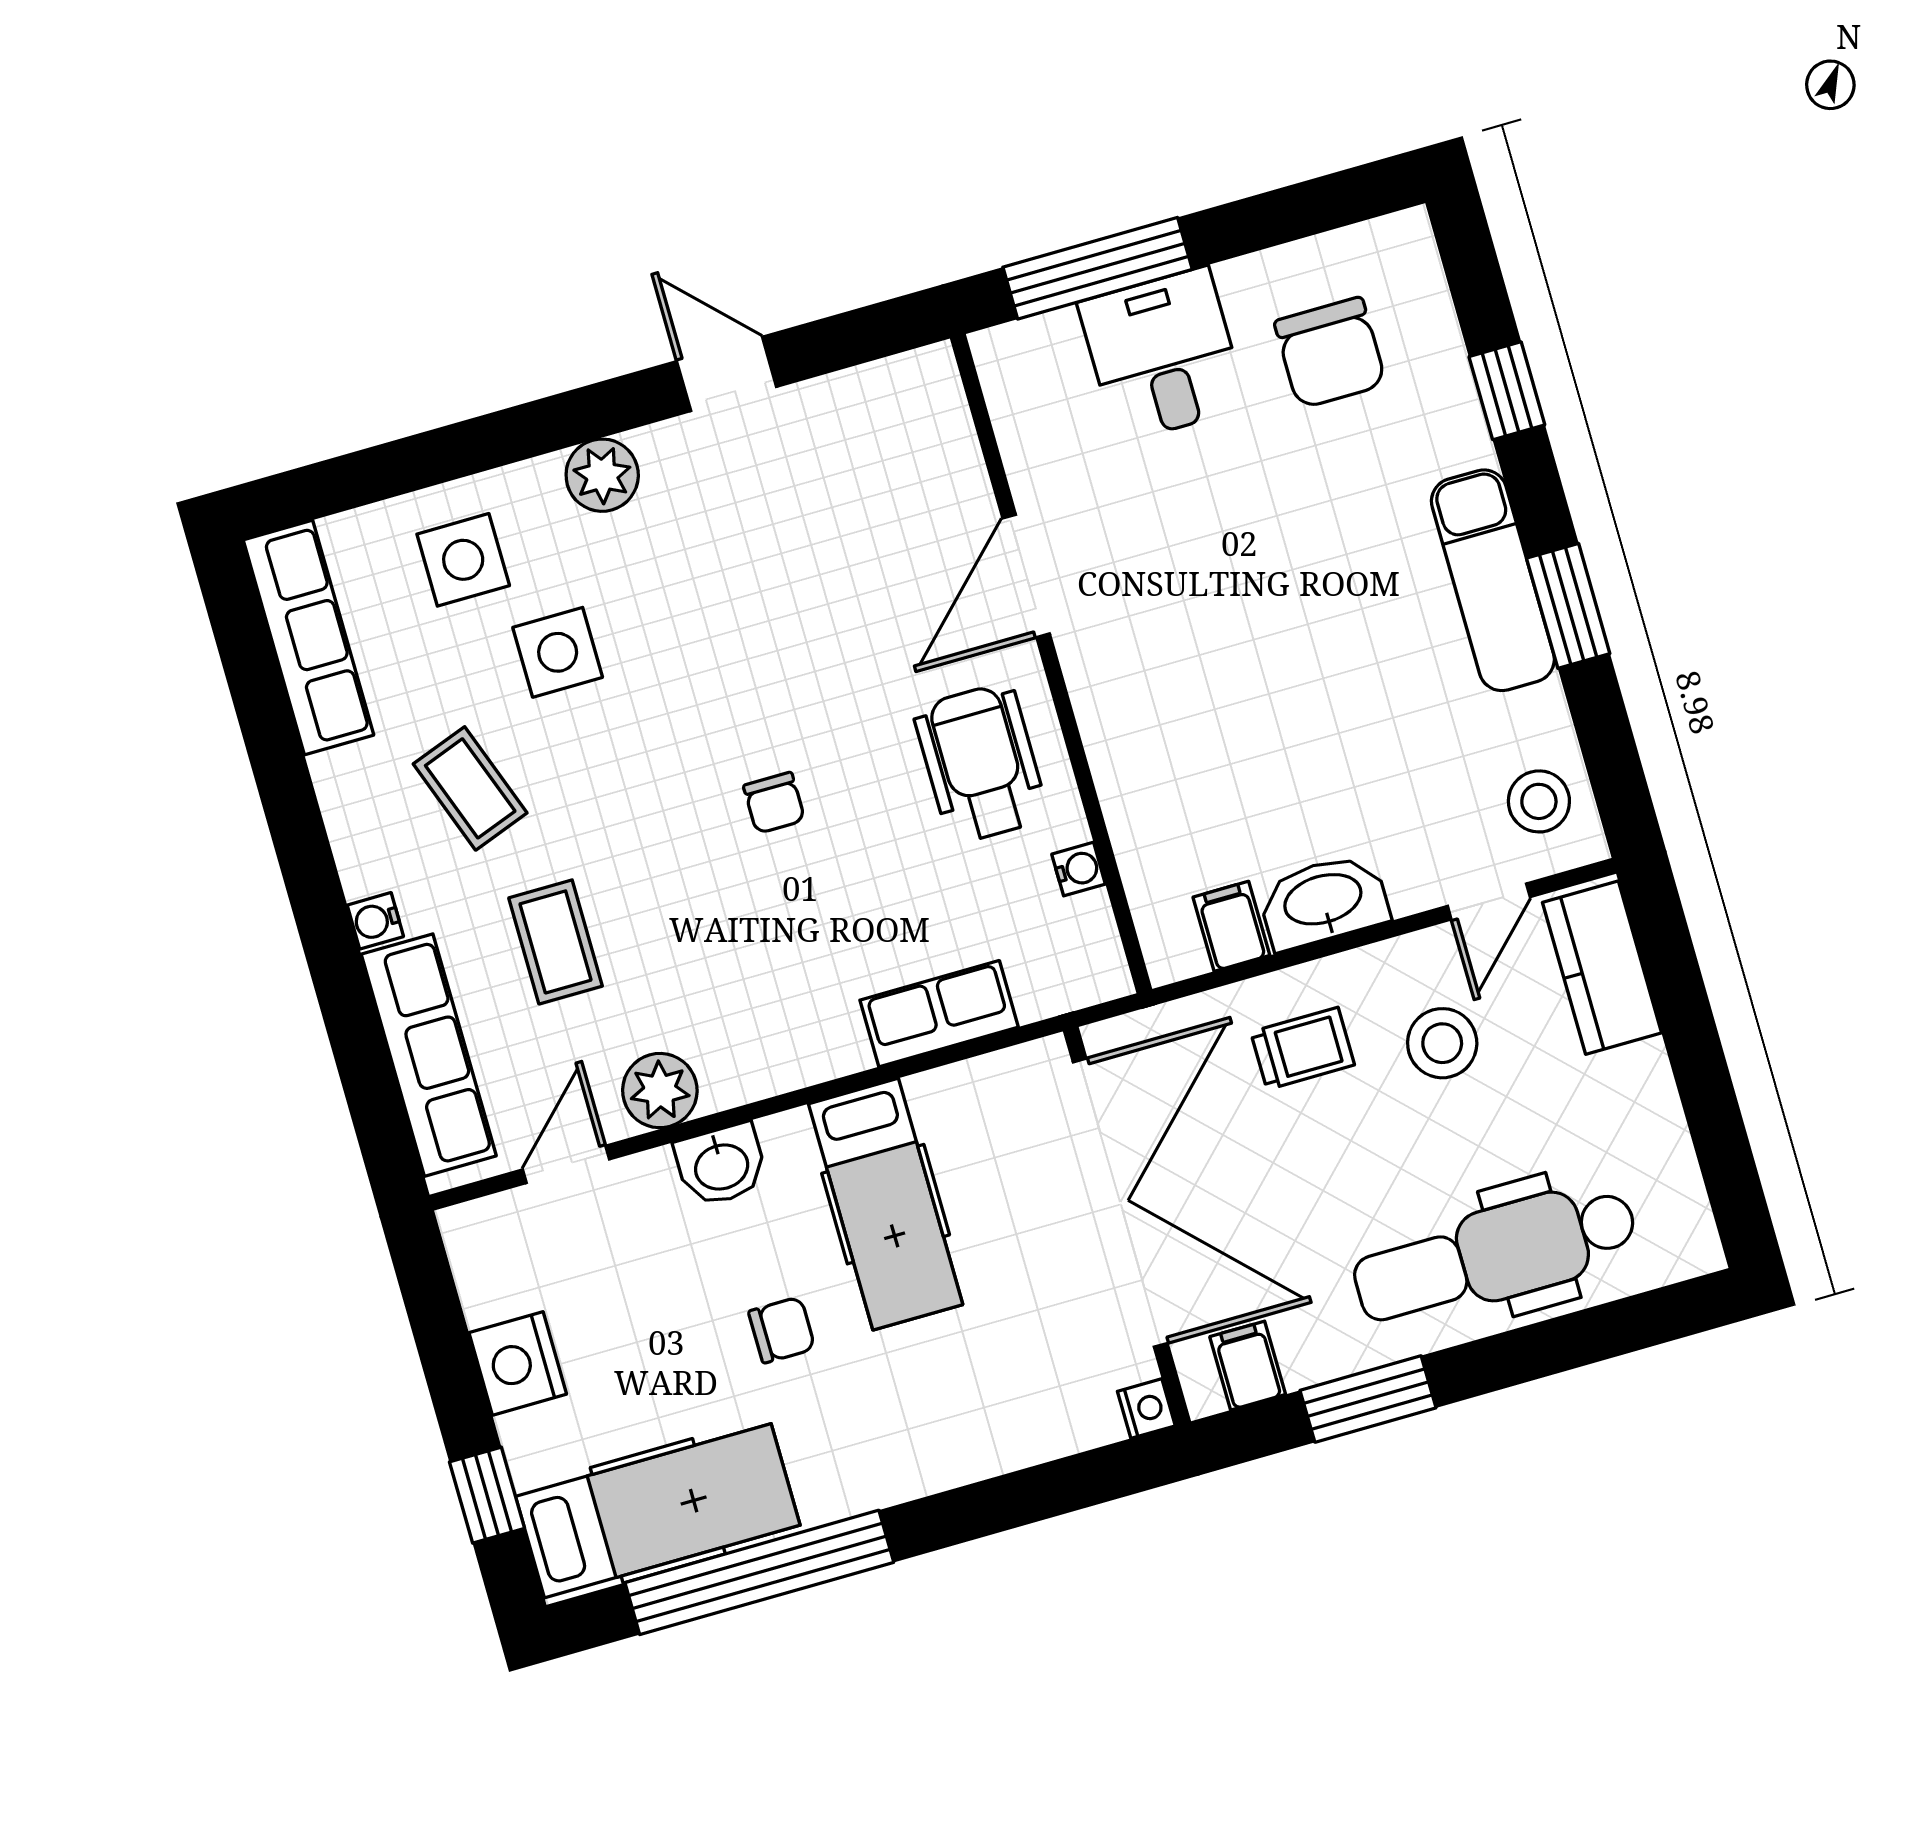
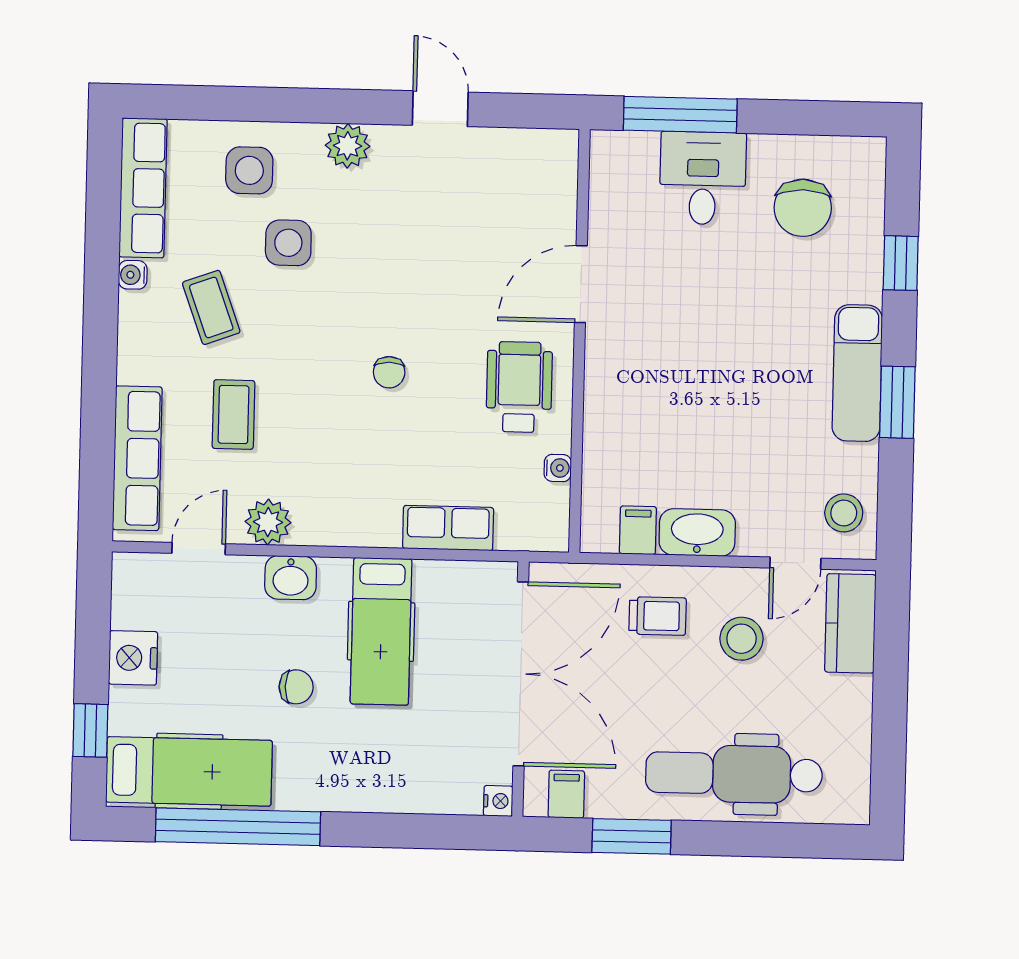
water cooler: (375, 921) -> (133, 275), moved

